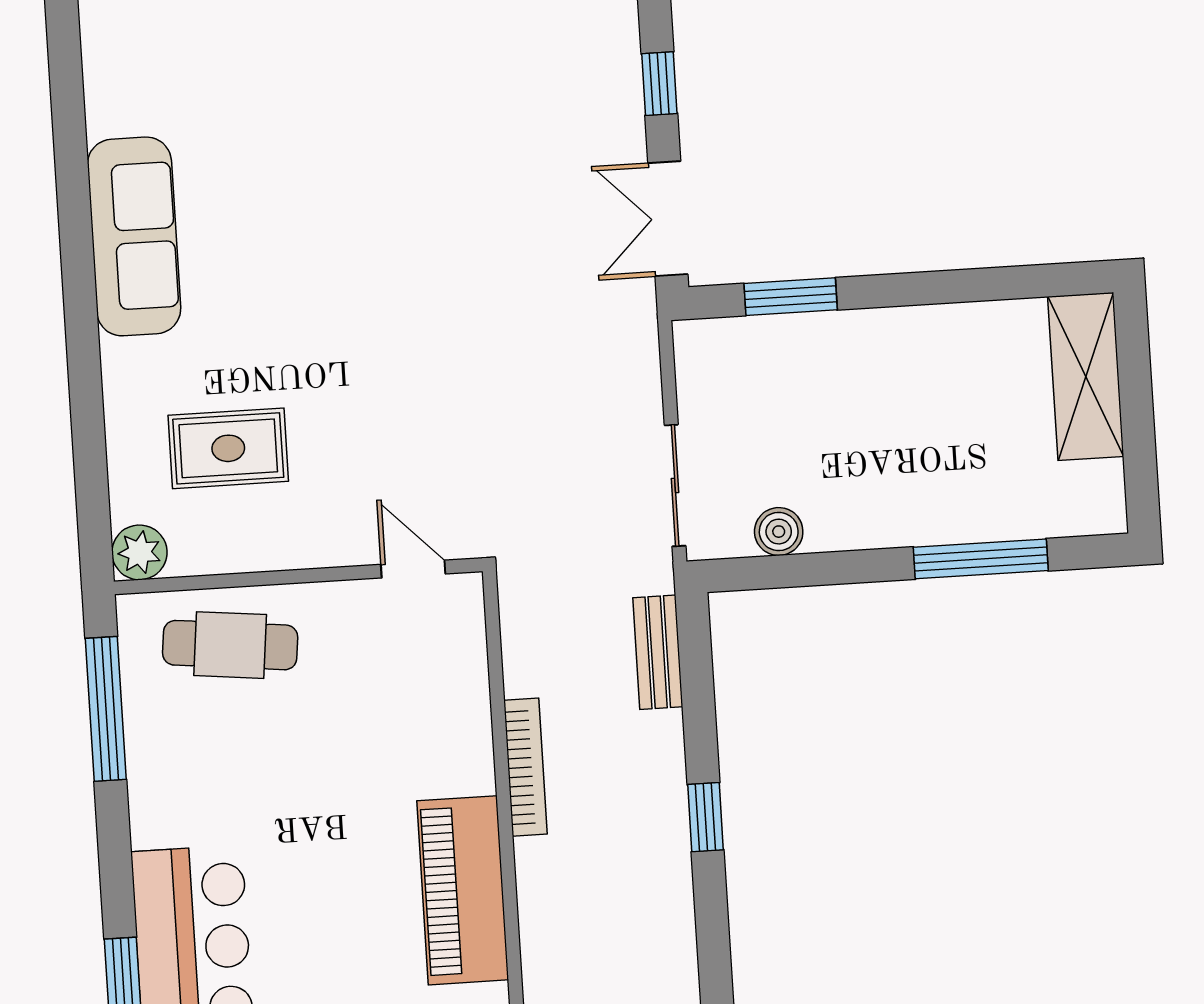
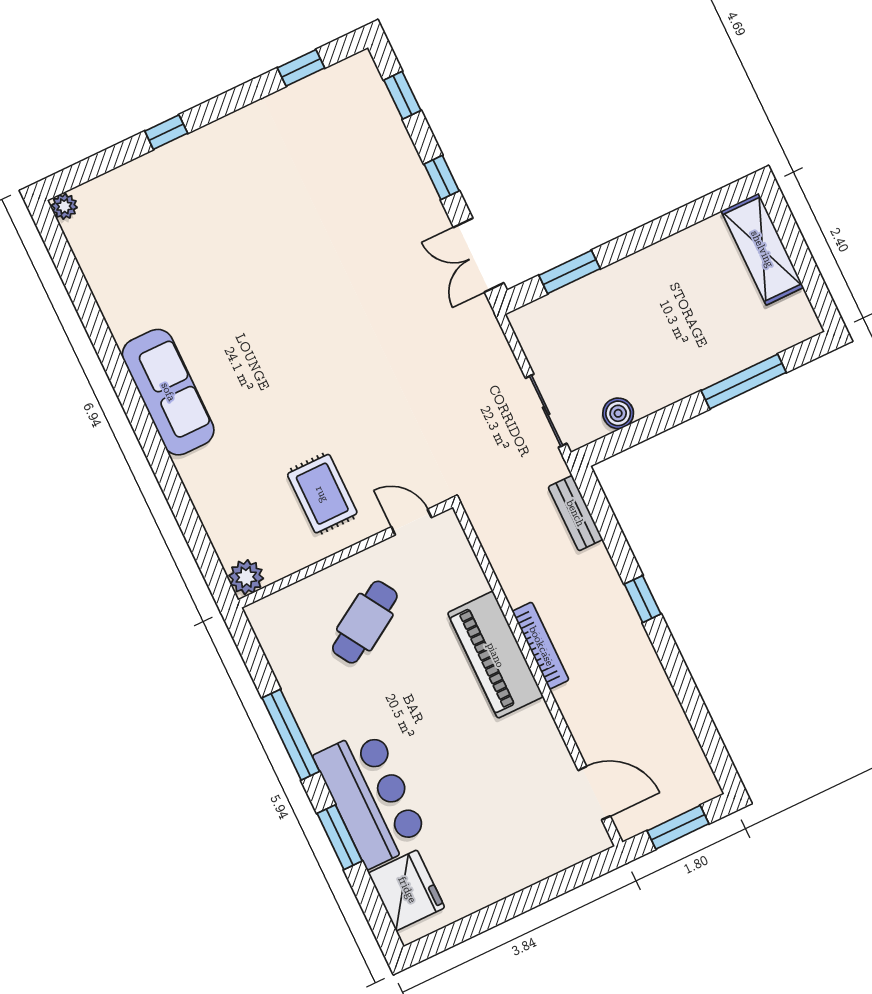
rug: (228, 448) -> (322, 494), moved, turned 90
cafe table: (230, 645) -> (365, 622), moved, turned -38
window: (106, 709) -> (291, 735), moved
bookcase: (525, 767) -> (541, 646), moved
piano: (463, 890) -> (495, 655), moved

